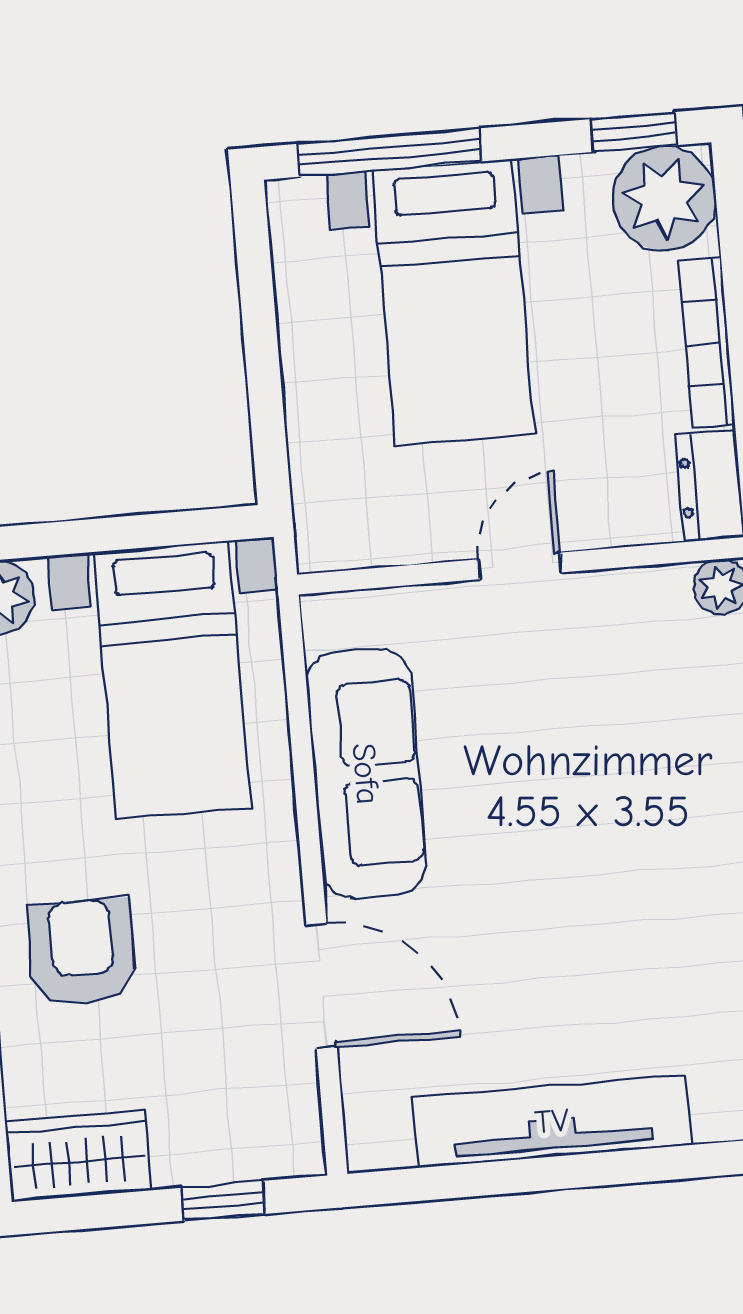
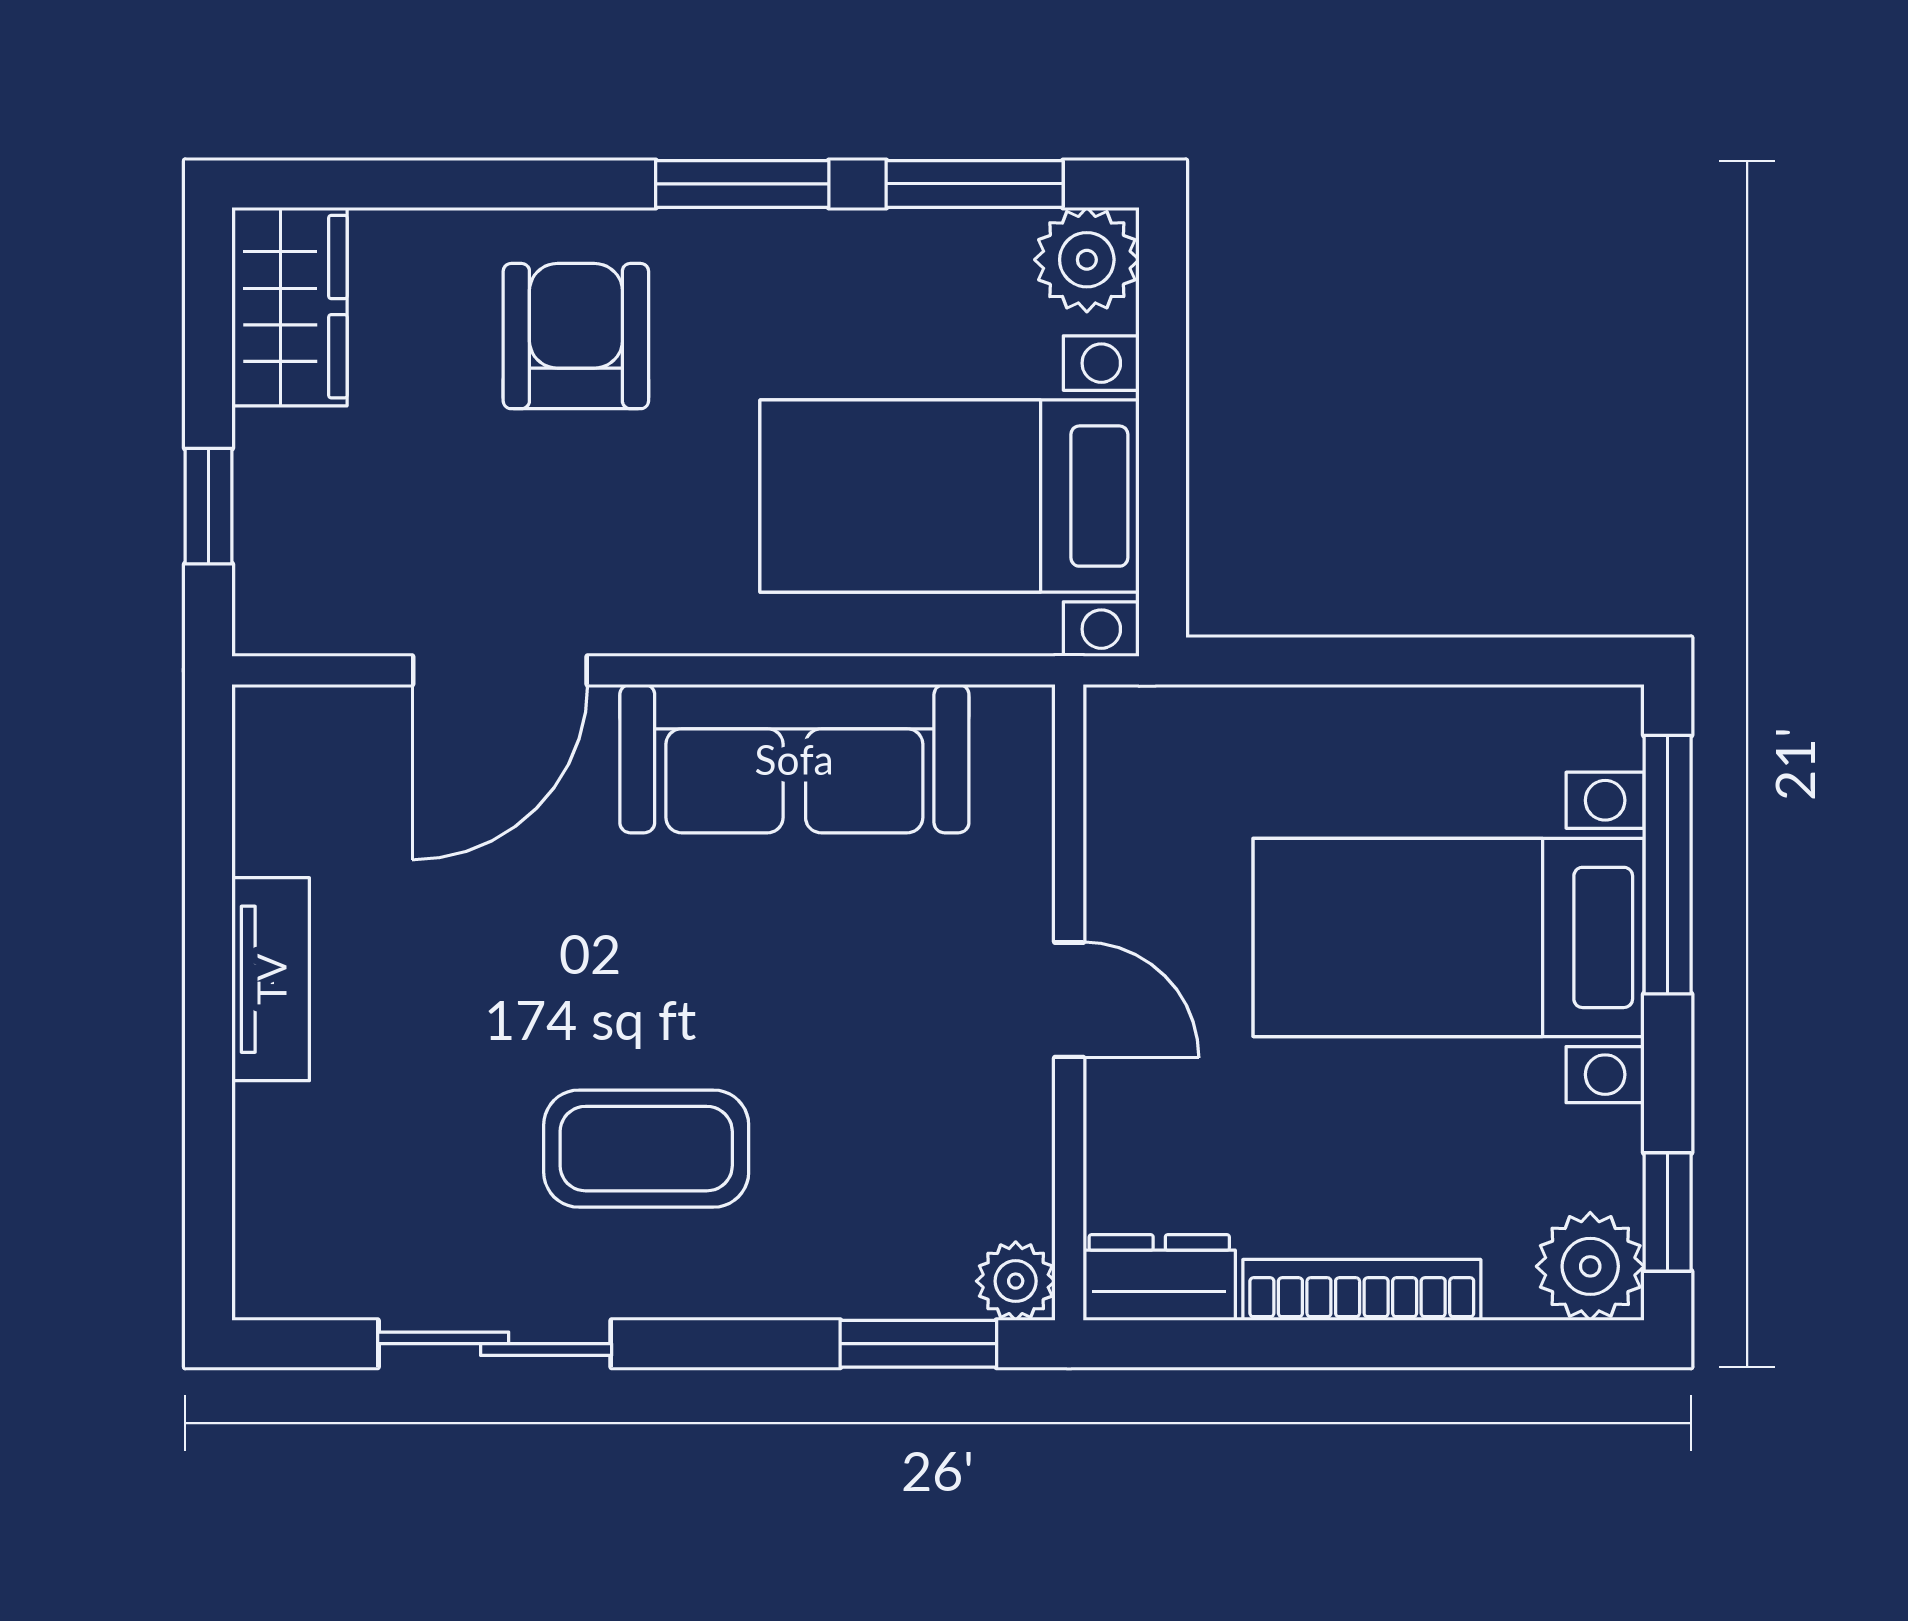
plant: (664, 198) -> (1590, 1266), width x0.73, depth x0.73
coffee table: (650, 855) -> (646, 1149), added
armchair: (82, 952) -> (576, 336), turned -90
tv unit: (552, 1121) -> (271, 979), width x0.52, depth x0.78

